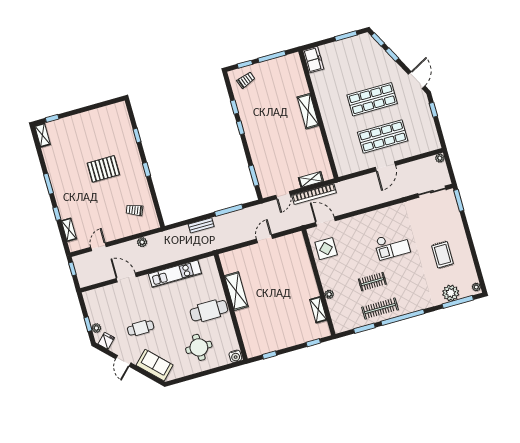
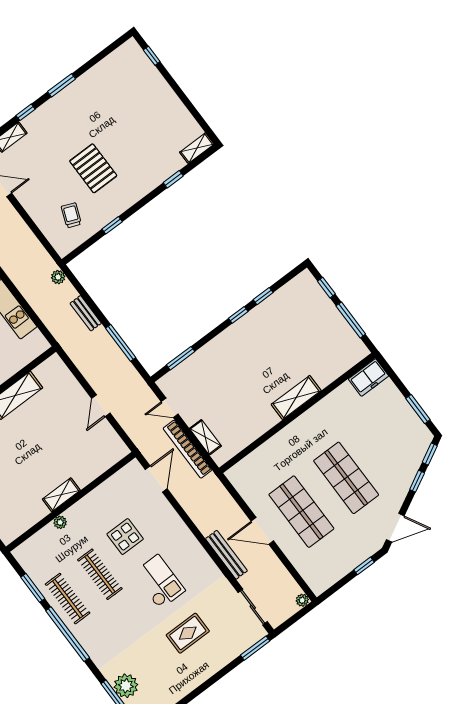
trolley: (246, 80) -> (306, 297), removed
shelving: (42, 135) -> (197, 148), moved
pallet: (103, 169) -> (93, 168), moved
window: (147, 169) -> (112, 225), moved
bench: (392, 195) -> (226, 555), added
door: (264, 239) -> (101, 406), swing flipped
plant: (142, 242) -> (58, 277), moved
checkout: (392, 246) -> (159, 582), turned 180
display table: (326, 249) -> (125, 537), moved
rug: (442, 255) -> (188, 633), moved
clothes rail: (372, 282) -> (100, 574), width x1.36
shelving: (318, 310) -> (61, 495), moved

